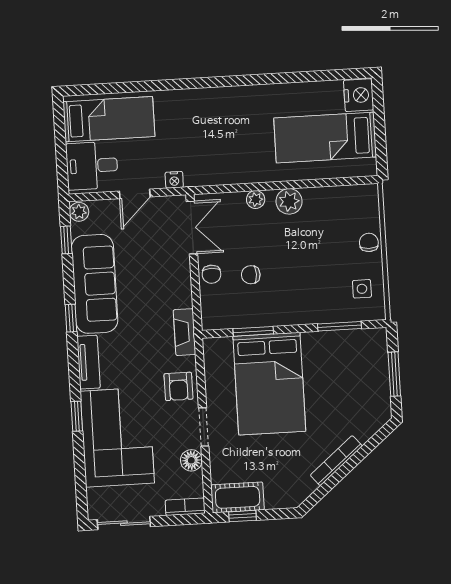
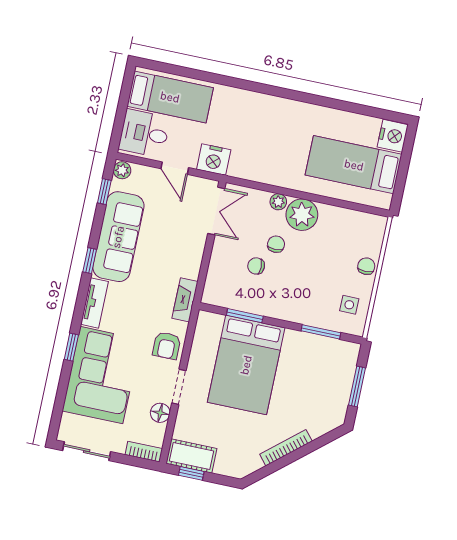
nightstand: (174, 180) -> (214, 160), width x1.89, depth x1.79
door: (135, 194) -> (175, 168), hinge flipped
plant: (289, 201) -> (302, 215), width x1.36, depth x1.36
chair: (211, 274) -> (276, 244), moved, turned 180

